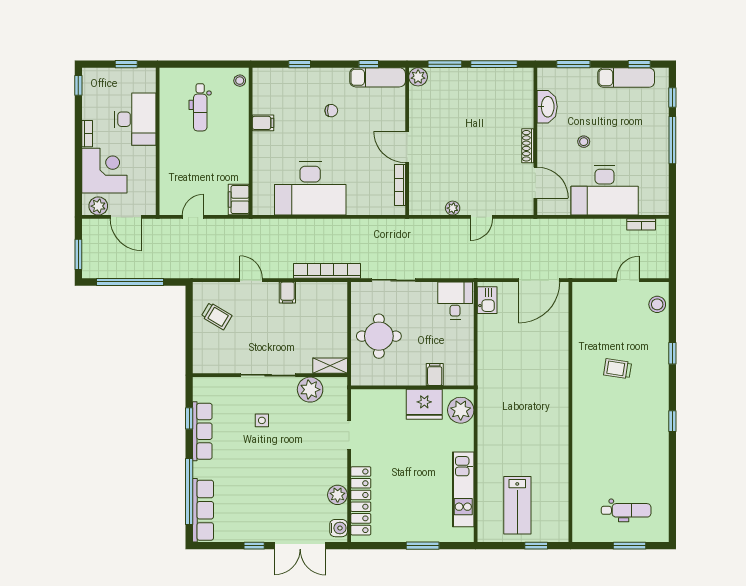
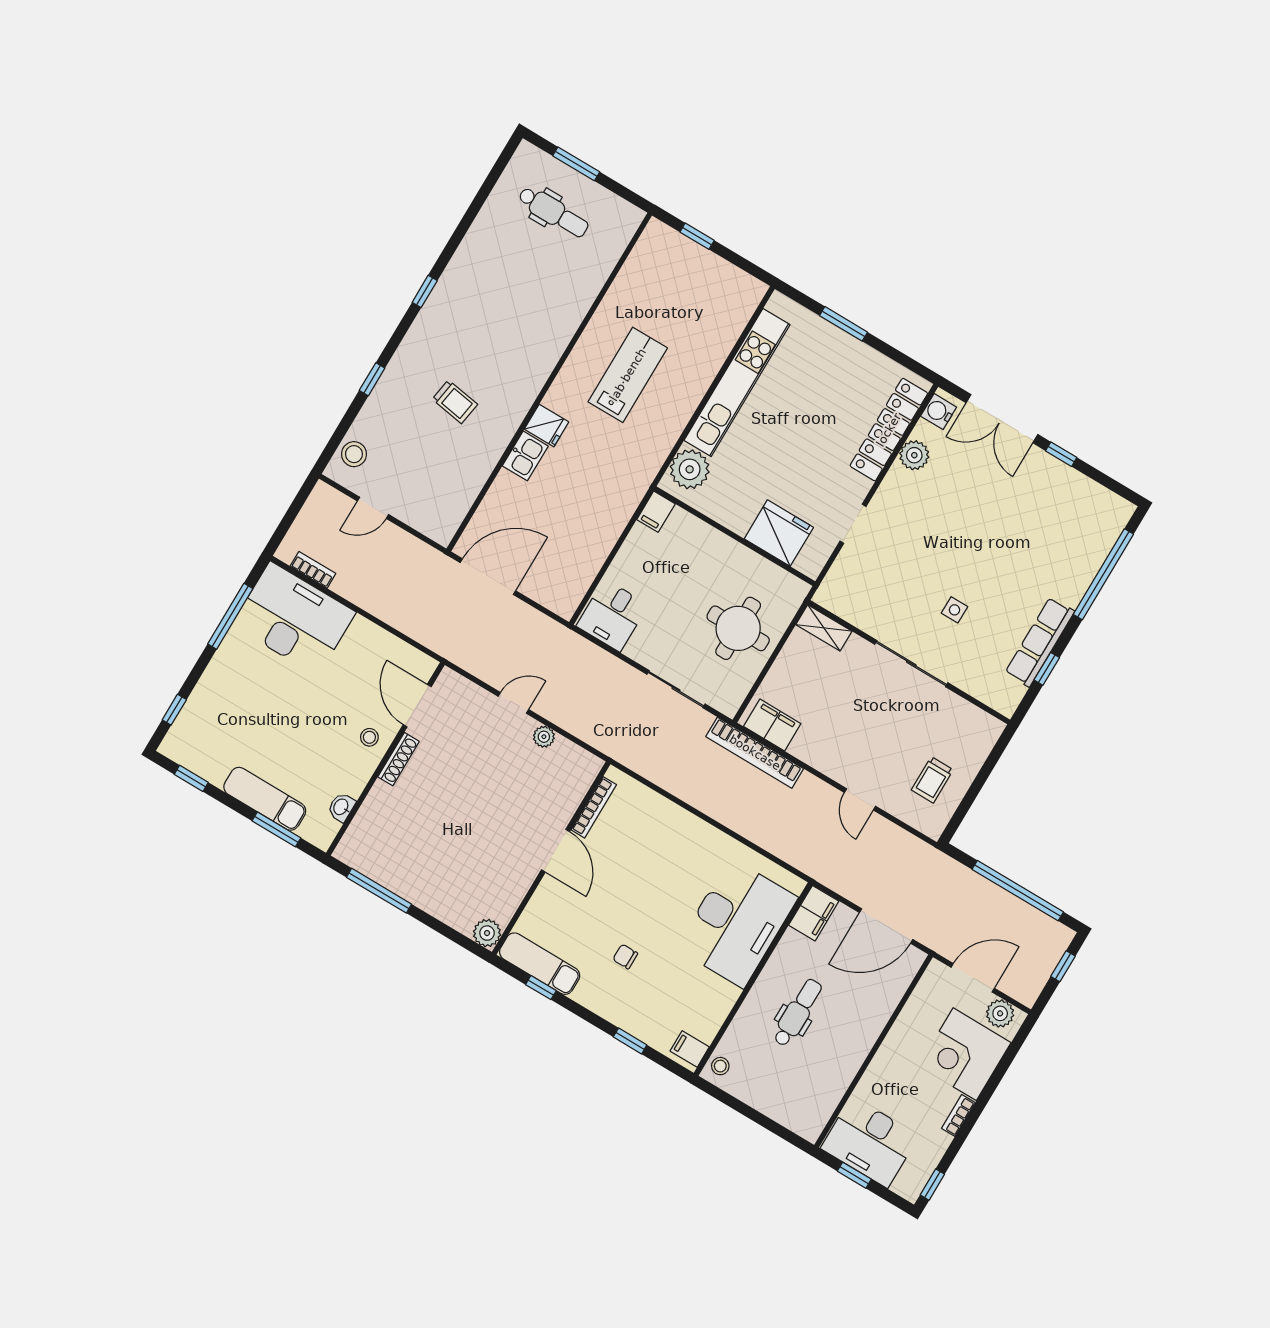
window: (445, 64) -> (442, 929), removed
exam couch: (626, 78) -> (265, 799), moved
dental chair: (200, 107) -> (798, 1013), moved
washbasin: (547, 107) -> (341, 807), width x0.52, depth x0.69
desk: (135, 119) -> (870, 1142), moved, turned -90
filing cabinet: (263, 123) -> (690, 1049), moved
window: (672, 140) -> (230, 616), moved
stool: (584, 142) -> (369, 737), moved
desk: (310, 189) -> (737, 923), moved, turned 90
desk: (605, 190) -> (294, 619), moved
door: (126, 217) -> (973, 978), hinge flipped
door: (193, 217) -> (886, 926), width x1.87
window: (78, 254) -> (1063, 966), width x0.67
filing cabinet: (287, 293) -> (772, 725), moved, width x2.00
kitchen sink: (487, 300) -> (525, 456), moved, turned 180
trolley: (217, 316) -> (932, 780), turned -121
filing cabinet: (435, 375) -> (656, 512), moved
fridge: (557, 386) -> (547, 426), added
plant: (310, 390) -> (868, 613), removed
fridge: (424, 404) -> (779, 533), moved
kitchen unit: (463, 489) -> (737, 383), width x1.36
lab bench: (517, 505) -> (628, 375), moved
row of seats: (203, 510) -> (1100, 539), removed
dental chair: (626, 510) -> (553, 212), turned 180
double door: (300, 546) -> (1002, 419), swing flipped

